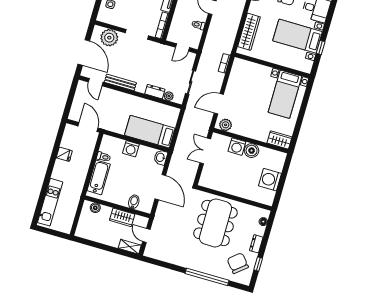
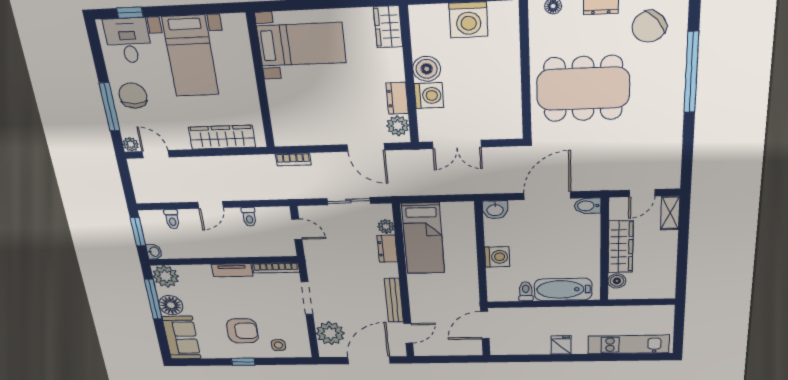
window: (321, 48) -> (130, 13), moved
dresser: (241, 130) -> (397, 98), added
bed: (150, 132) -> (423, 238), moved
fridge: (64, 154) -> (561, 345), moved
bidet: (134, 202) -> (588, 206), moved
wardrobe: (122, 217) -> (621, 247), width x1.50

